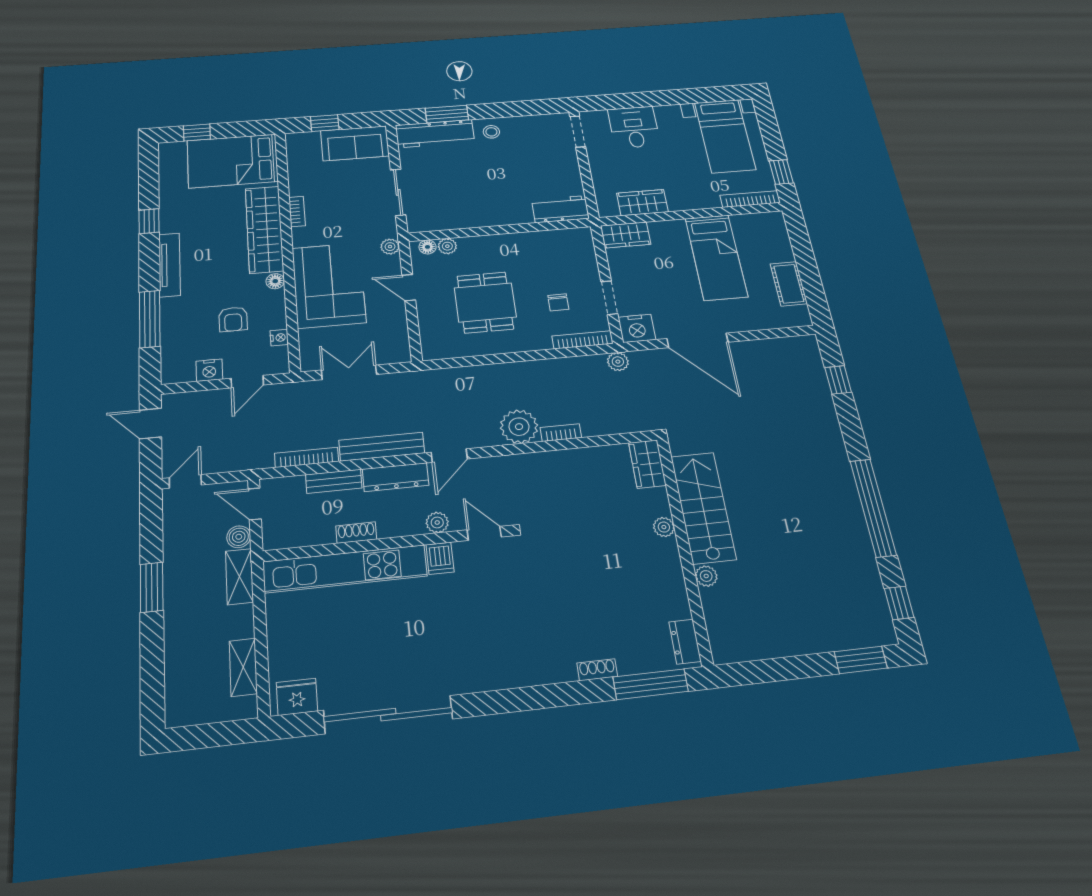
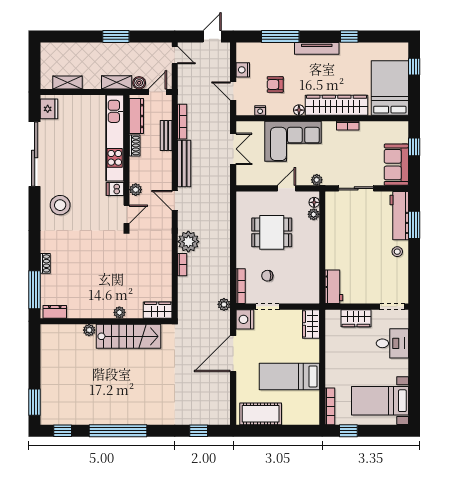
wardrobe: (642, 203) -> (356, 318), moved, turned 90
cot: (789, 284) -> (261, 414), width x1.37, depth x1.34
dresser: (396, 477) -> (136, 116), moved, turned 180
stool: (482, 654) -> (60, 205), added

